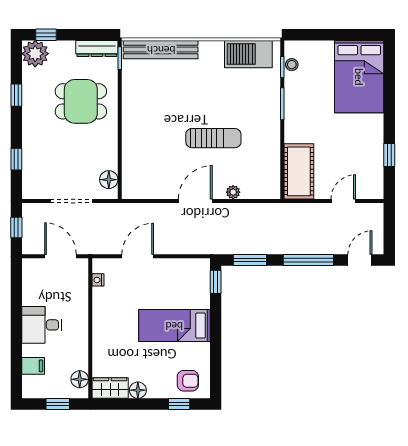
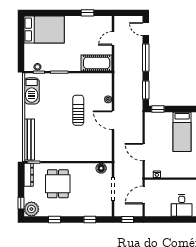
door: (343, 201) -> (113, 38), hinge flipped

